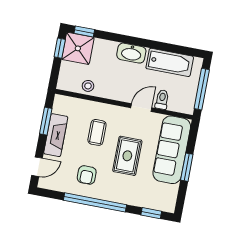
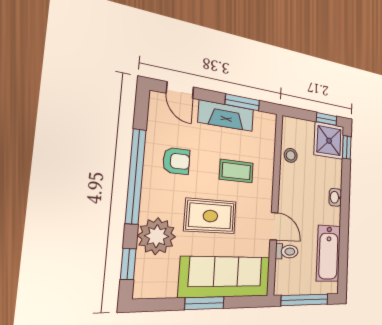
washbasin: (131, 53) -> (335, 197), width x0.52, depth x0.69
armchair: (87, 175) -> (176, 161), turned 180
plant: (136, 194) -> (157, 236), added

